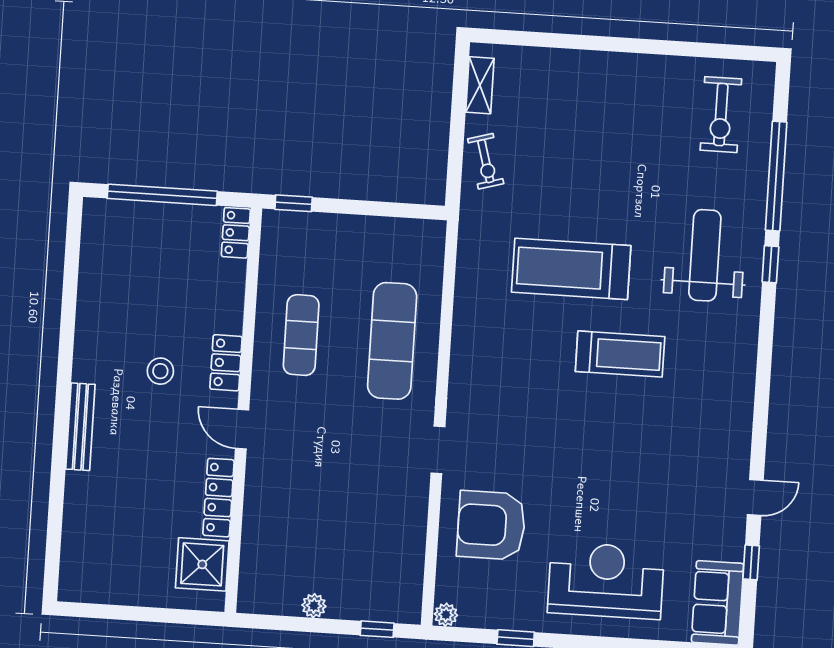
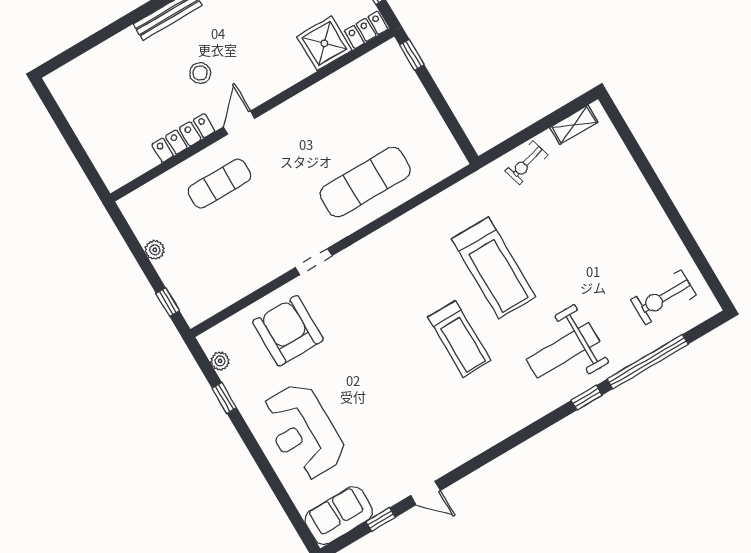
weight bench: (705, 255) -> (563, 350), turned 180
treadmill: (571, 269) -> (494, 268), turned 180
exercise mat: (301, 335) -> (219, 183), moved
locker: (226, 363) -> (276, 82), removed
stool: (160, 371) -> (200, 73), moved
shower: (202, 564) -> (324, 43), moved
reception desk: (606, 581) -> (303, 432), turned 180
plant: (446, 615) -> (220, 361), moved

